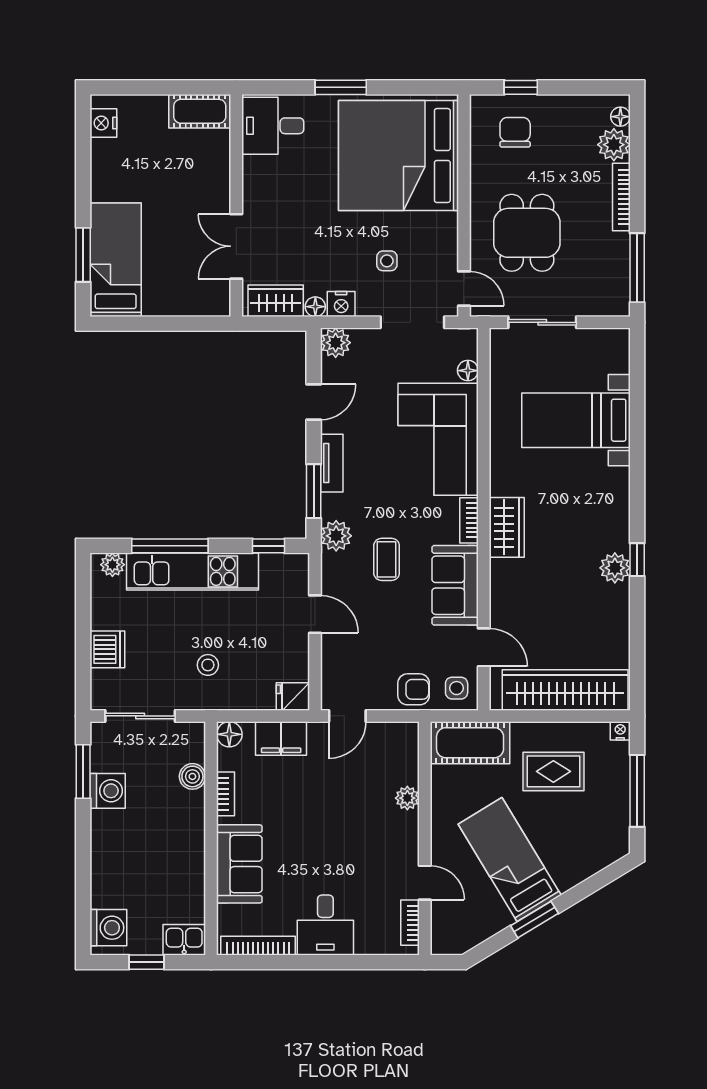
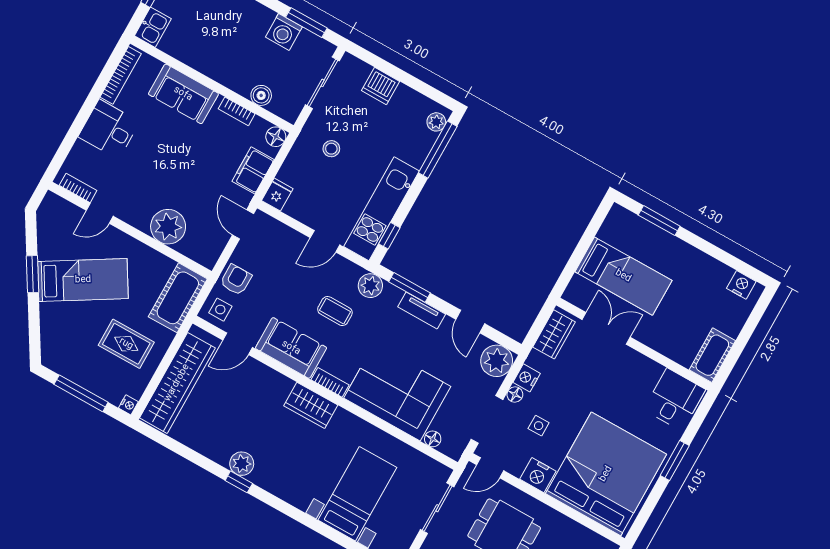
nightstand: (443, 231) -> (538, 475), added
bed: (116, 260) -> (623, 276), moved
floor lamp: (315, 307) -> (515, 394), moved
plant: (336, 343) -> (497, 361), width x1.36, depth x1.36
window: (170, 546) -> (438, 150), moved
kitchen unit: (192, 571) -> (381, 209), moved
armchair: (414, 689) -> (236, 280), turned 180
rug: (553, 771) -> (126, 344), turned 90
plant: (407, 798) -> (168, 227), width x1.88, depth x1.88

